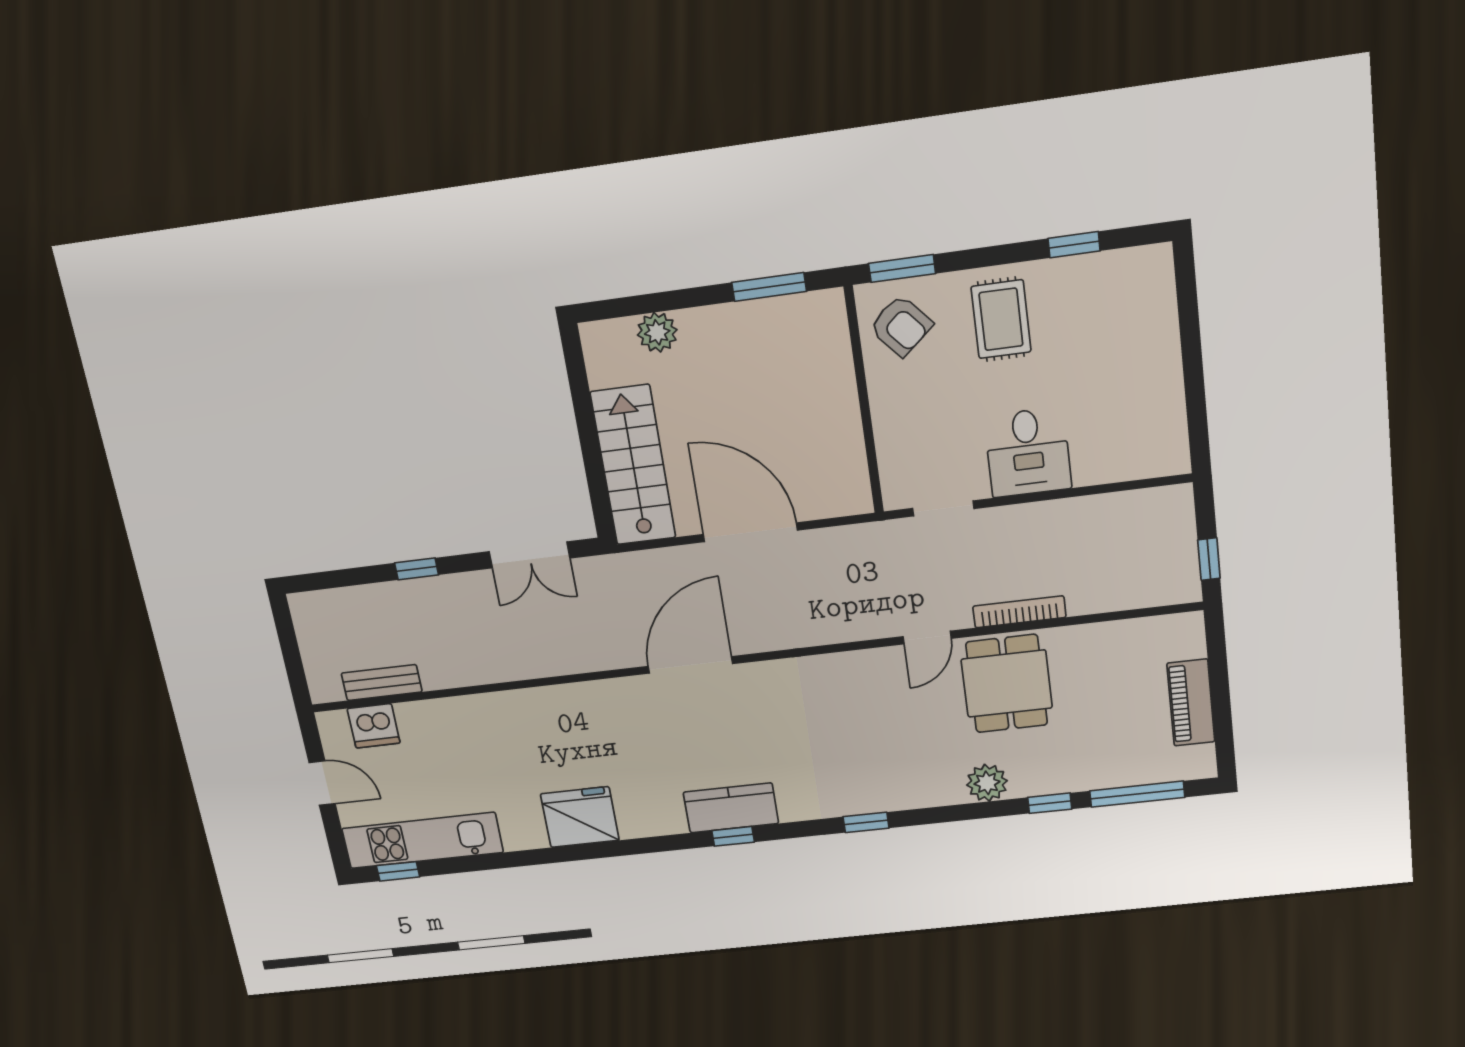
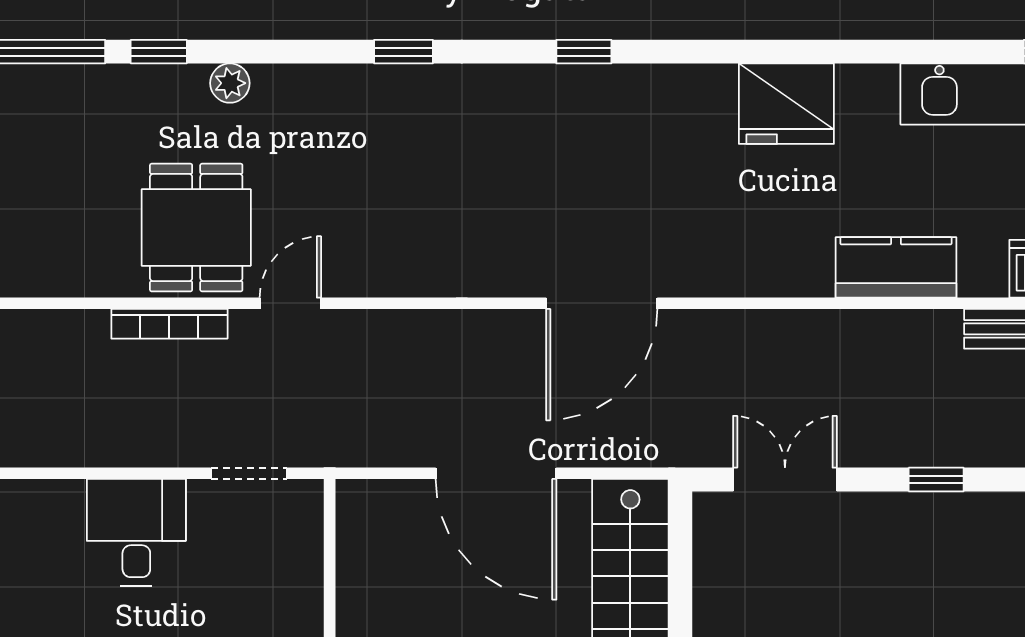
plant: (987, 783) -> (230, 83), width x0.73, depth x0.73
kitchen counter: (731, 808) -> (896, 267), moved, turned 180

